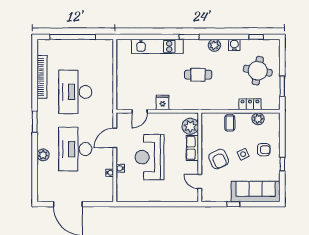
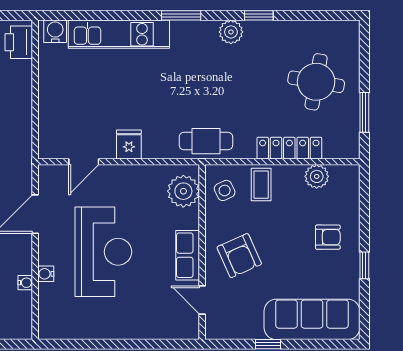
window: (256, 37) -> (259, 15), moved
water cooler: (234, 45) -> (55, 31), moved
printer: (107, 51) -> (19, 42), added
cafe table: (198, 75) -> (206, 141), moved
locker: (250, 104) -> (289, 148), width x1.53
row of seats: (192, 148) -> (188, 255), moved
side table: (243, 154) -> (225, 190), moved
reception desk: (150, 157) -> (103, 252), turned 180

